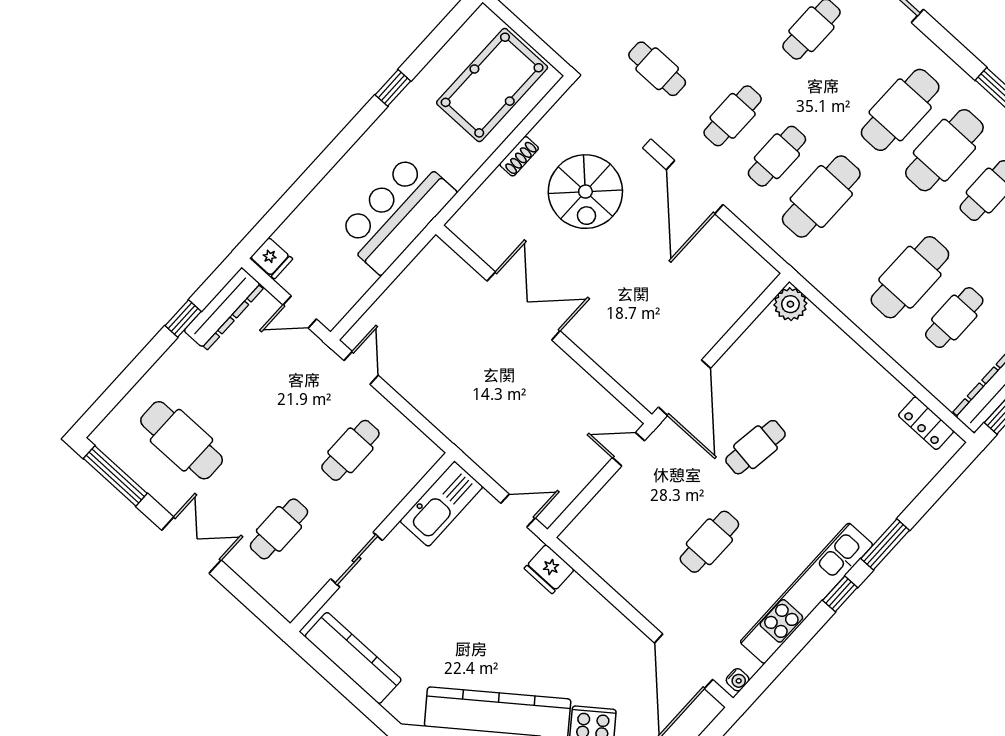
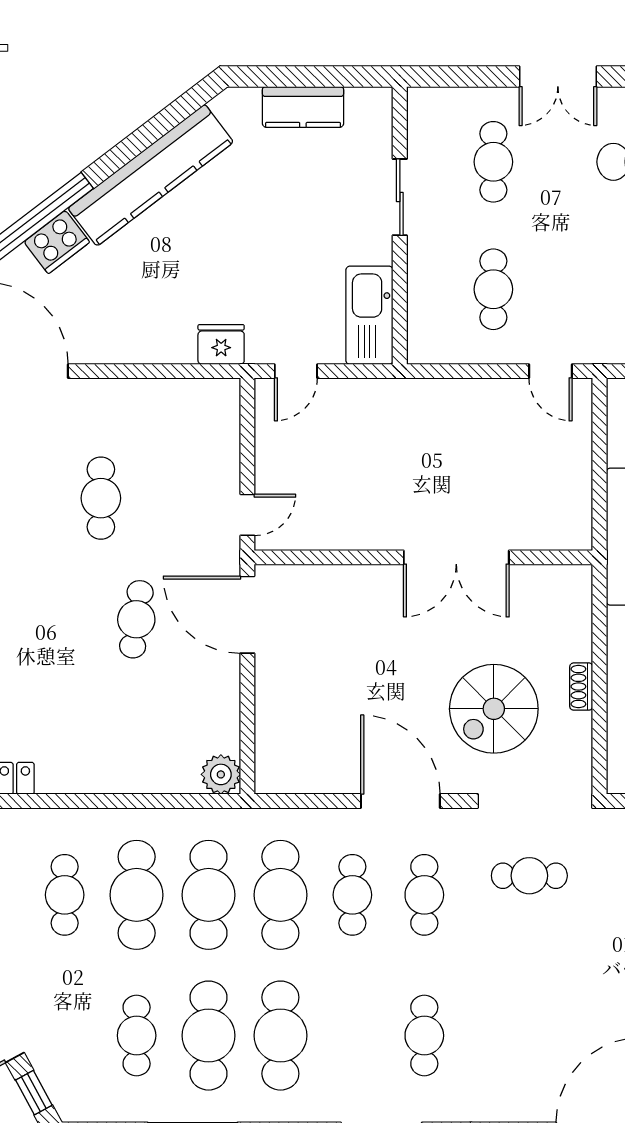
spiral stairs: (585, 192) -> (494, 709), turned -90
cafe table: (866, 237) -> (209, 895), added
kitchen counter: (353, 658) -> (303, 107), width x0.67

